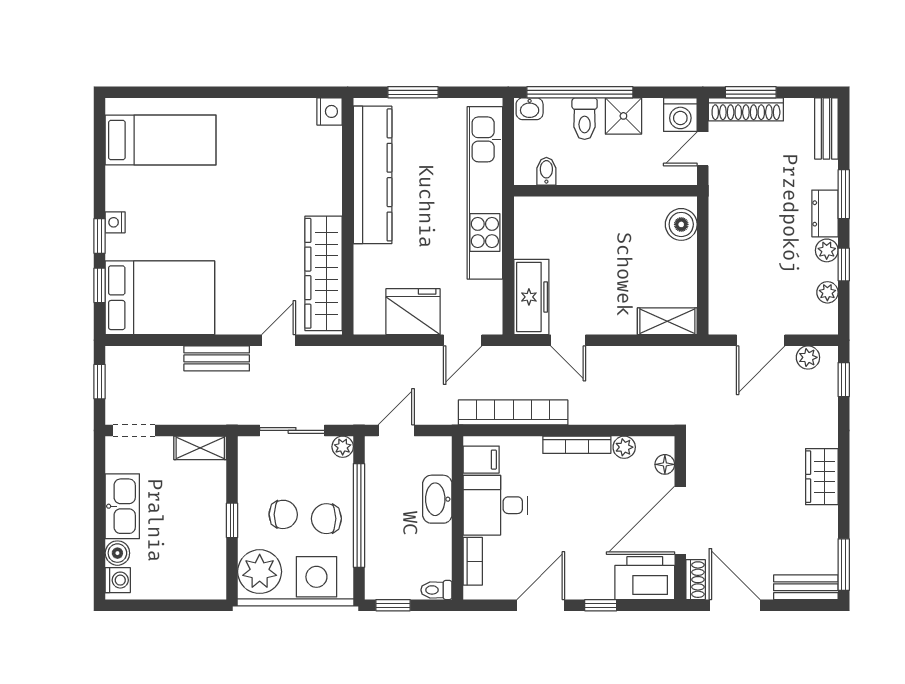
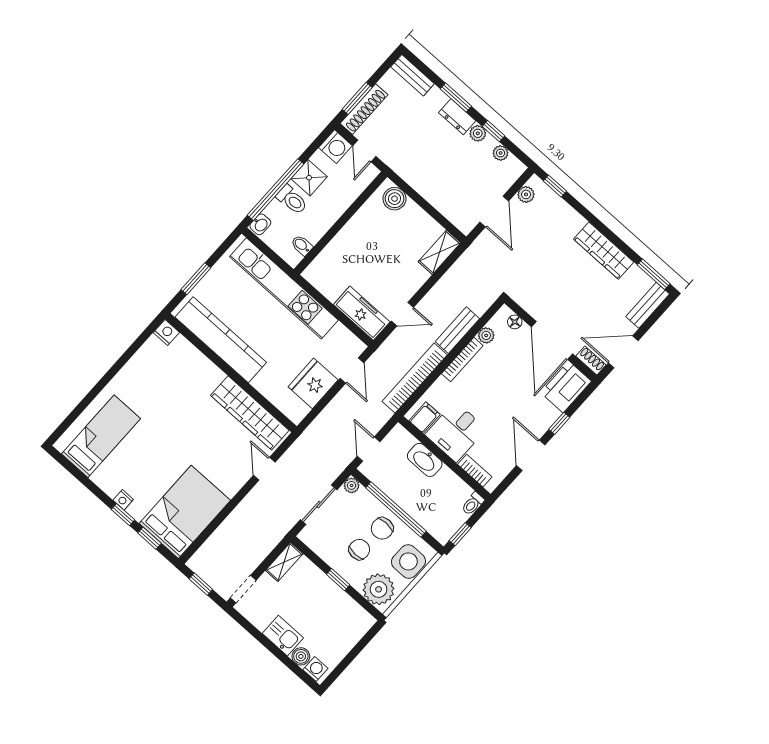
bench: (217, 358) -> (457, 330), moved
wardrobe: (822, 477) -> (604, 251), width x1.50
kitchen sink: (122, 506) -> (283, 636), width x0.73

